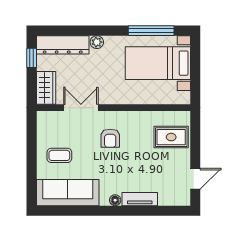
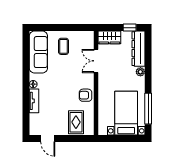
double door: (81, 108) -> (96, 61), swing flipped
armchair: (110, 138) -> (85, 95), moved

